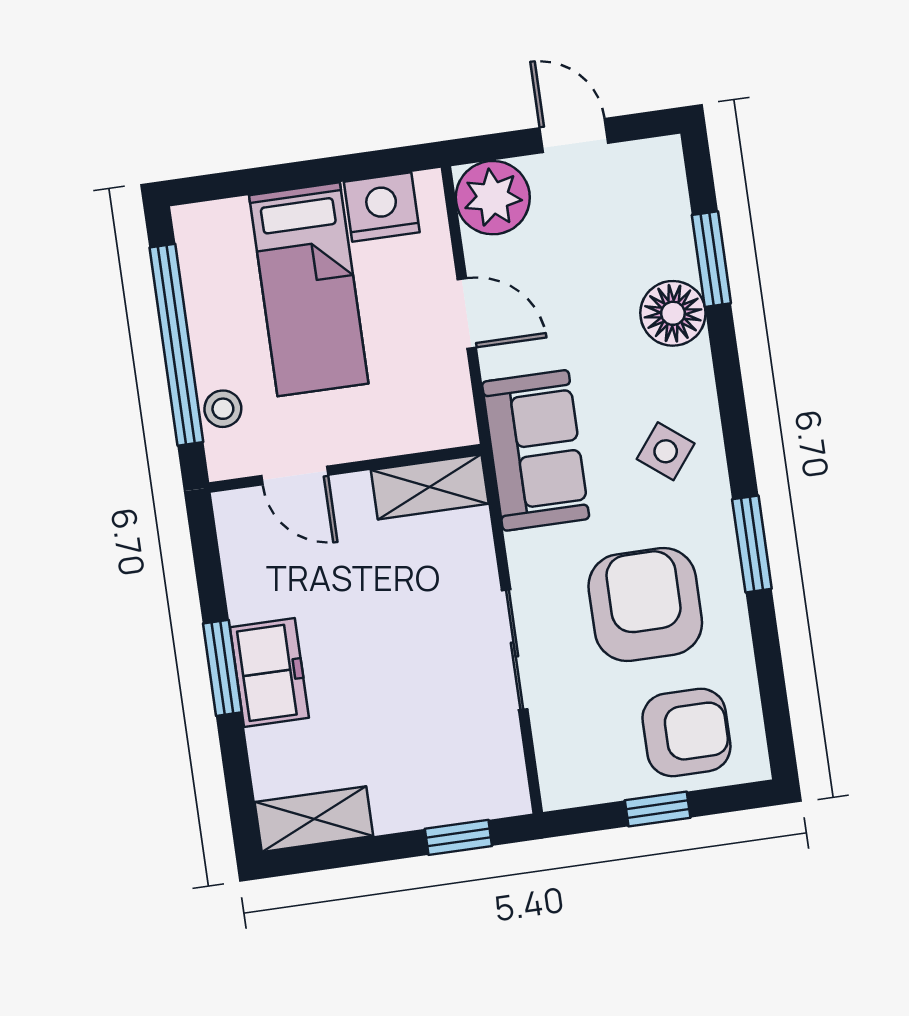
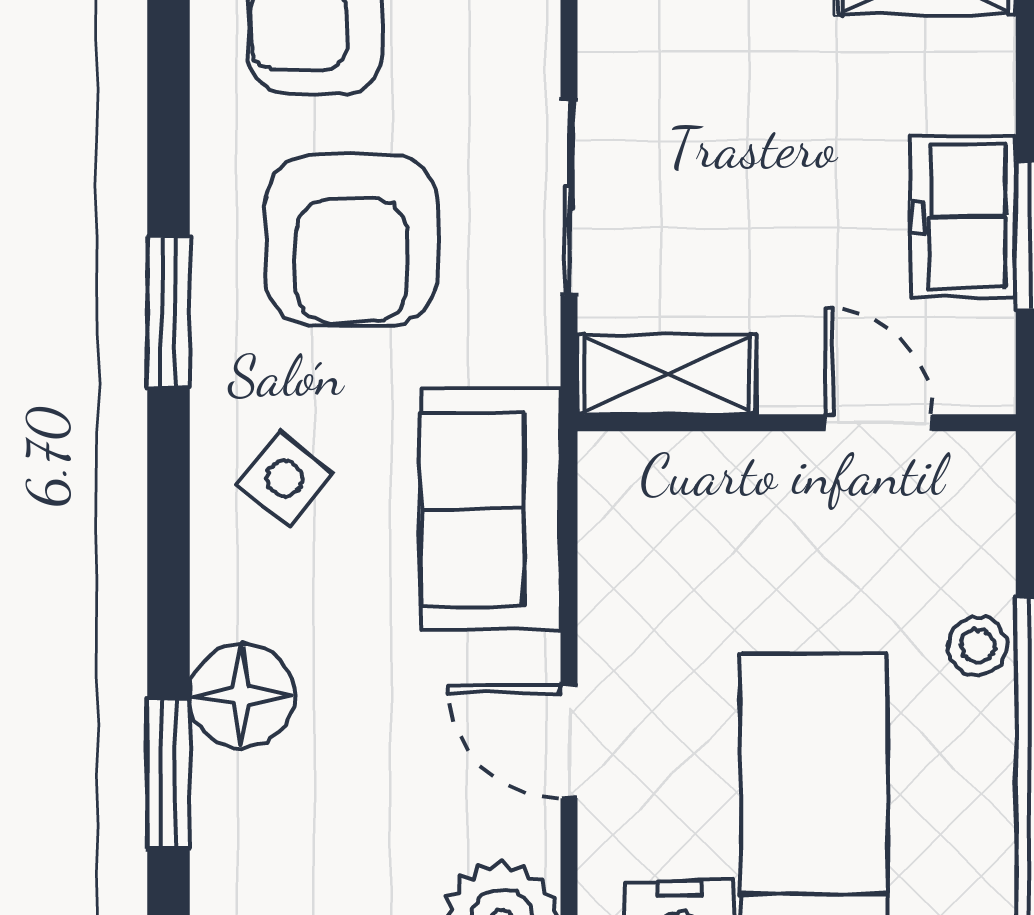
wall: (345, 468) -> (797, 423), moved
door: (295, 475) -> (879, 423), moved
shelving: (430, 487) -> (667, 374), moved

